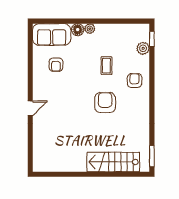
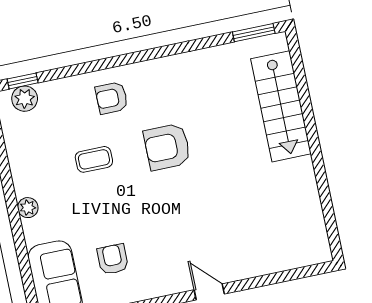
floor lamp: (78, 30) -> (35, 231), removed
plant: (143, 48) -> (25, 99), moved
armchair: (56, 65) -> (113, 259), turned -90

